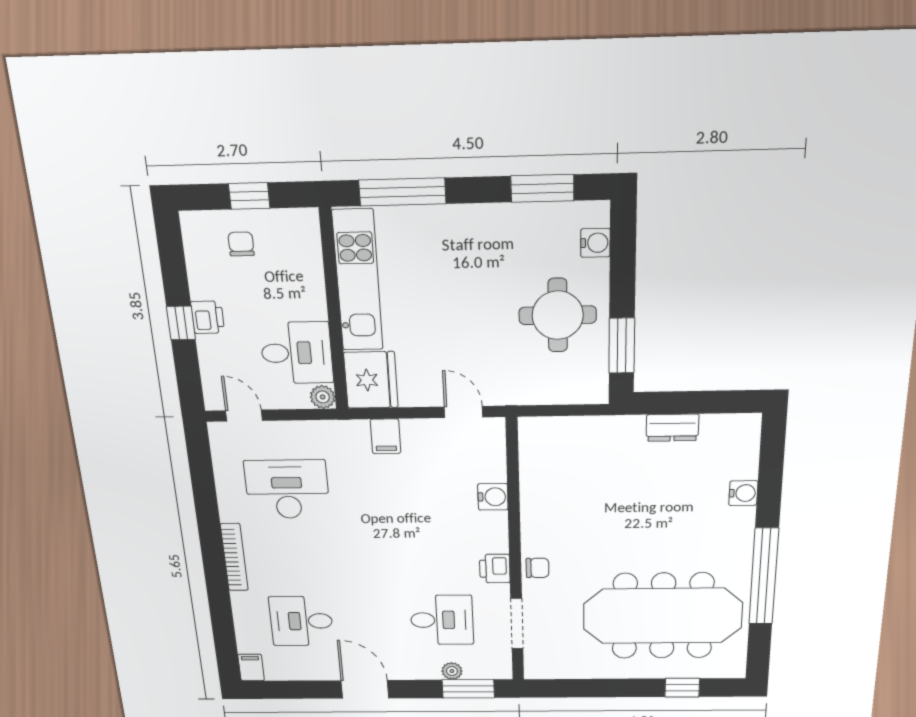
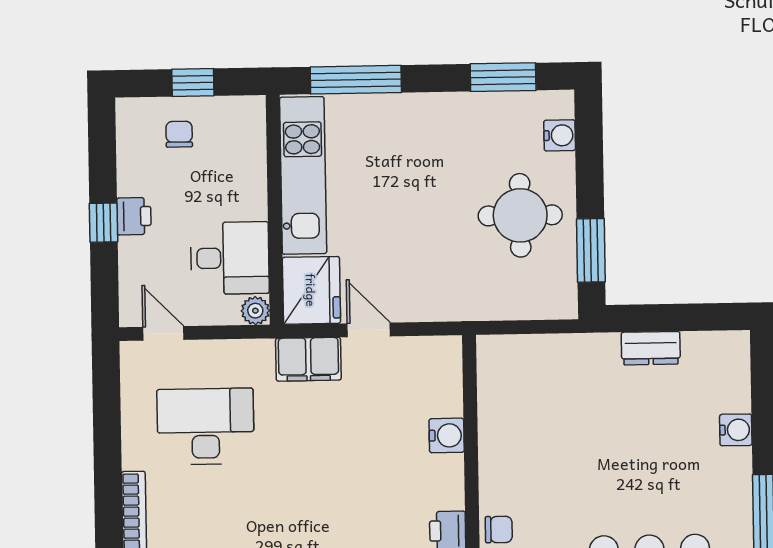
door: (463, 412) -> (369, 330), moved
filing cabinet: (386, 436) -> (308, 359), width x2.00

